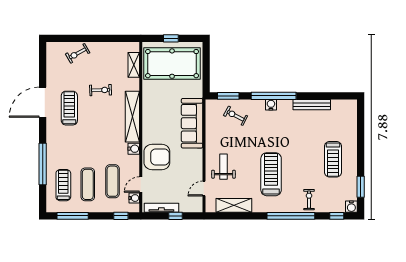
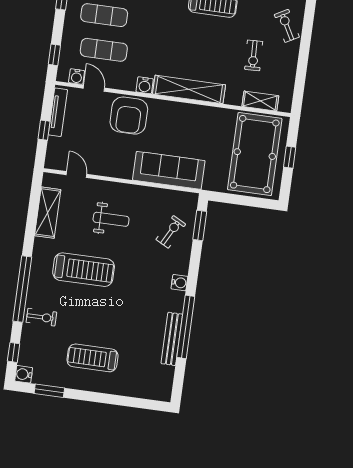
exercise bike: (101, 90) -> (254, 55), moved
window: (274, 96) -> (186, 327), moved
weight bench: (223, 167) -> (111, 219), moved

